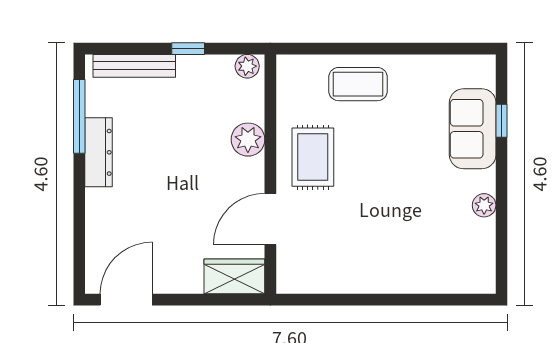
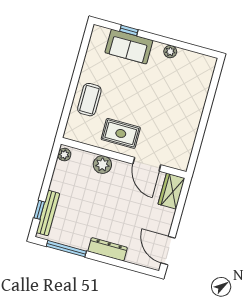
window: (188, 49) -> (39, 210), moved
dresser: (99, 152) -> (108, 249), moved

